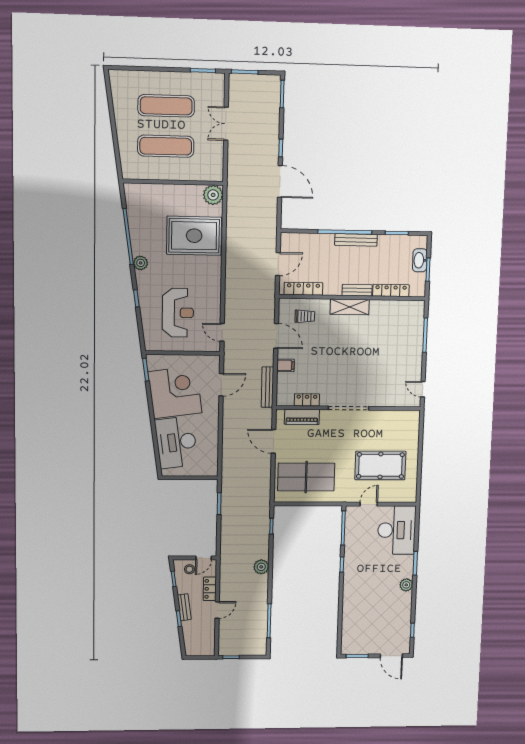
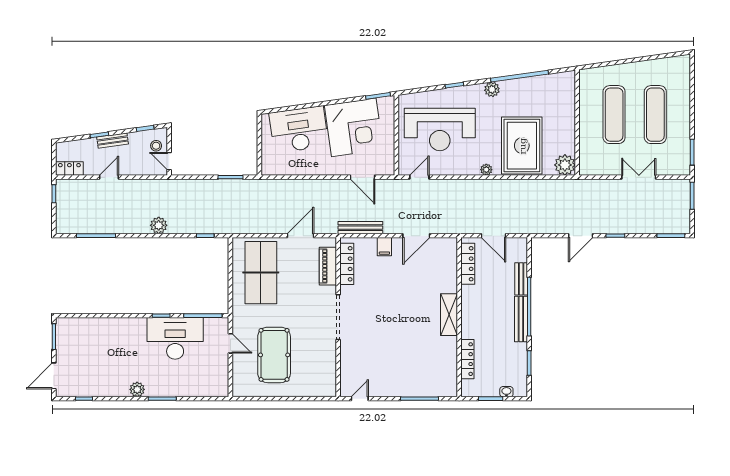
door: (280, 181) -> (581, 236), width x0.73
washbasin: (420, 260) -> (506, 392), width x0.52, depth x0.69
plant: (216, 270) -> (486, 170), added
bench: (357, 290) -> (521, 279), moved
reception desk: (178, 313) -> (440, 129), width x1.36, depth x1.30
trolley: (305, 316) -> (438, 266), removed
locker: (307, 400) -> (347, 264), width x1.53
desk: (397, 530) -> (175, 338), moved, turned 180
locker: (210, 589) -> (69, 169), moved
door: (217, 610) -> (109, 177), swing flipped

